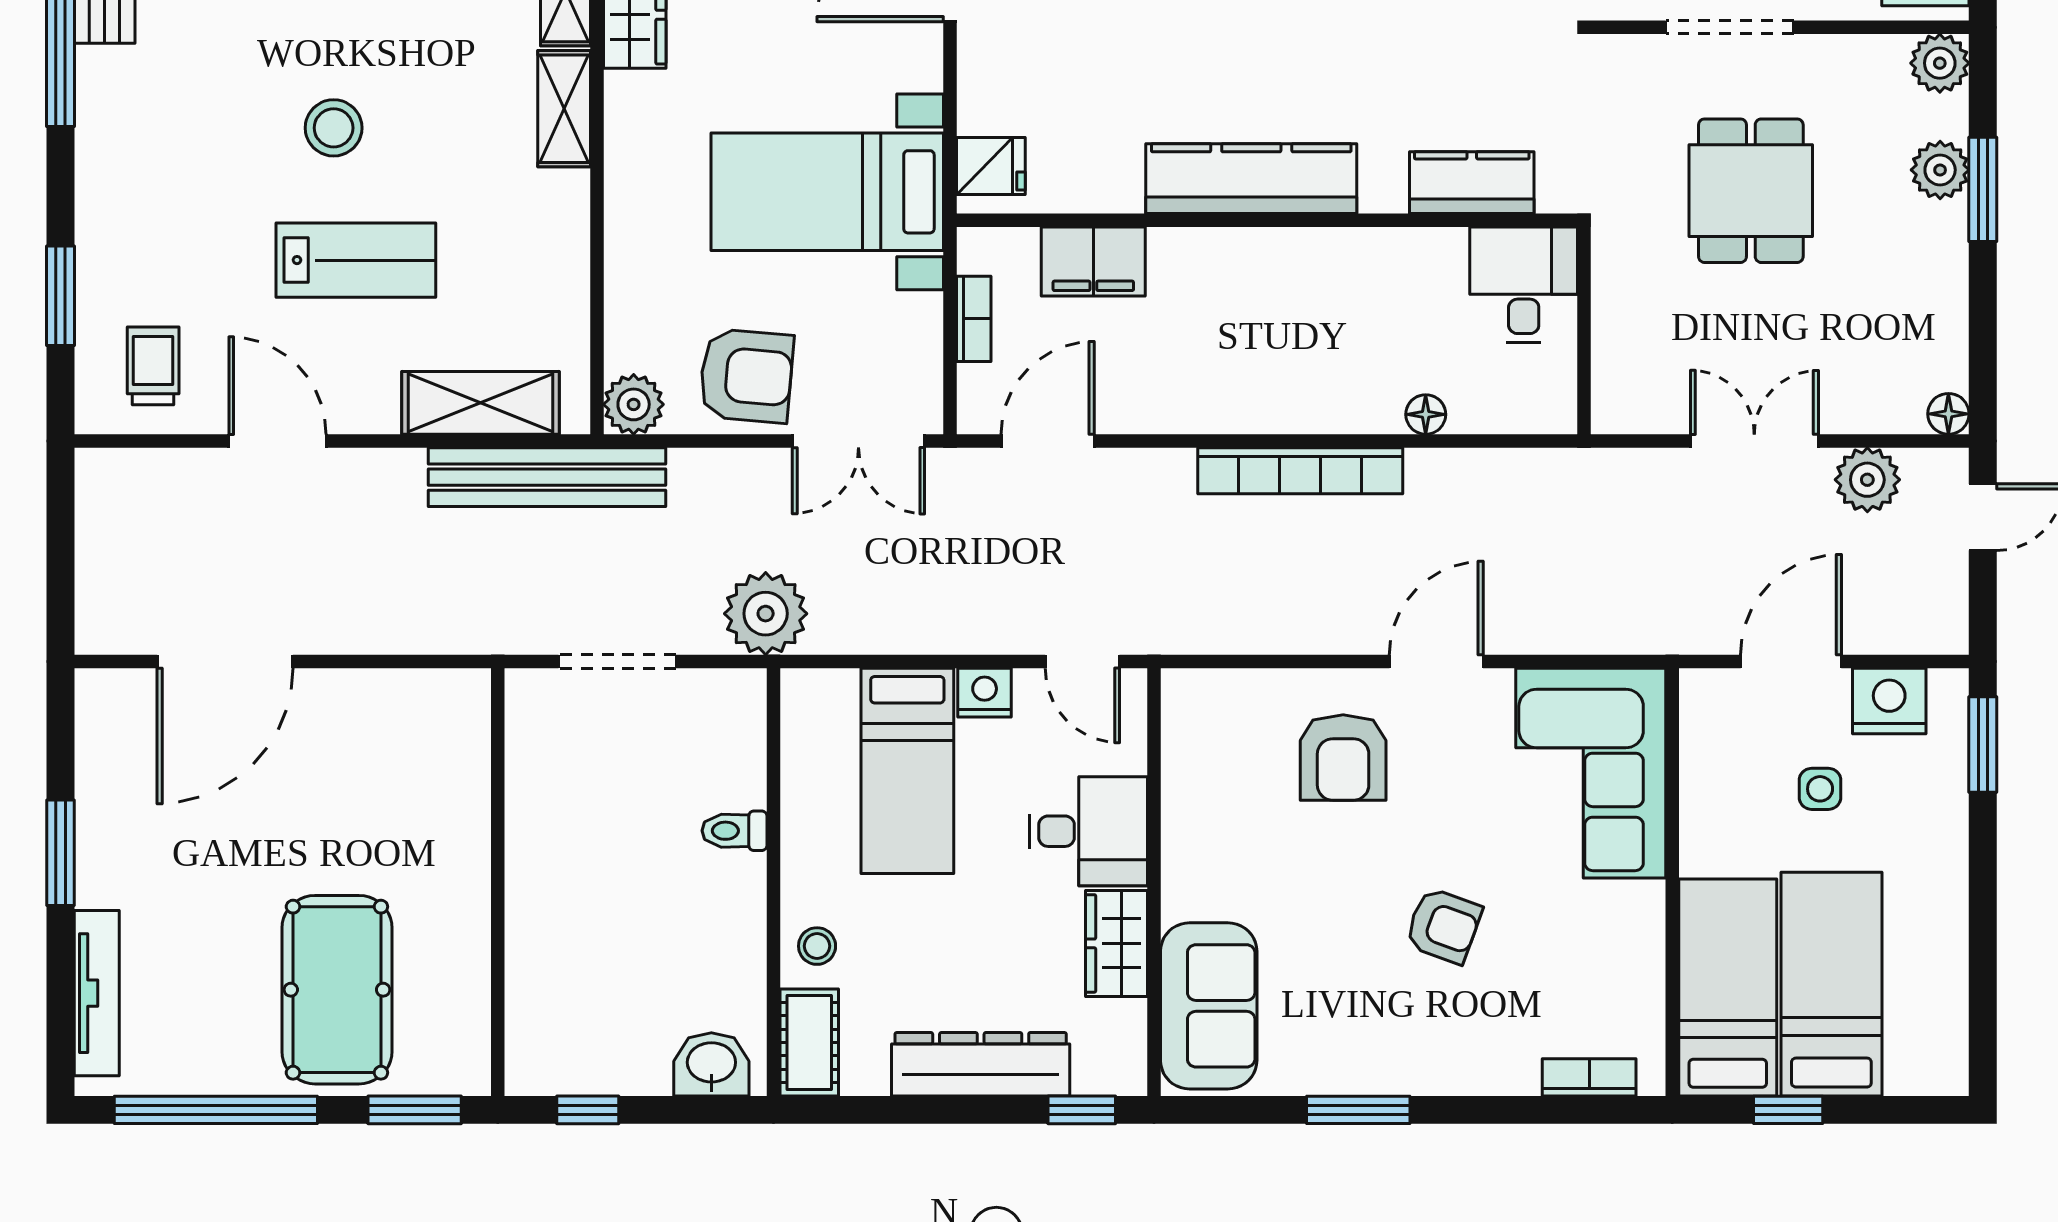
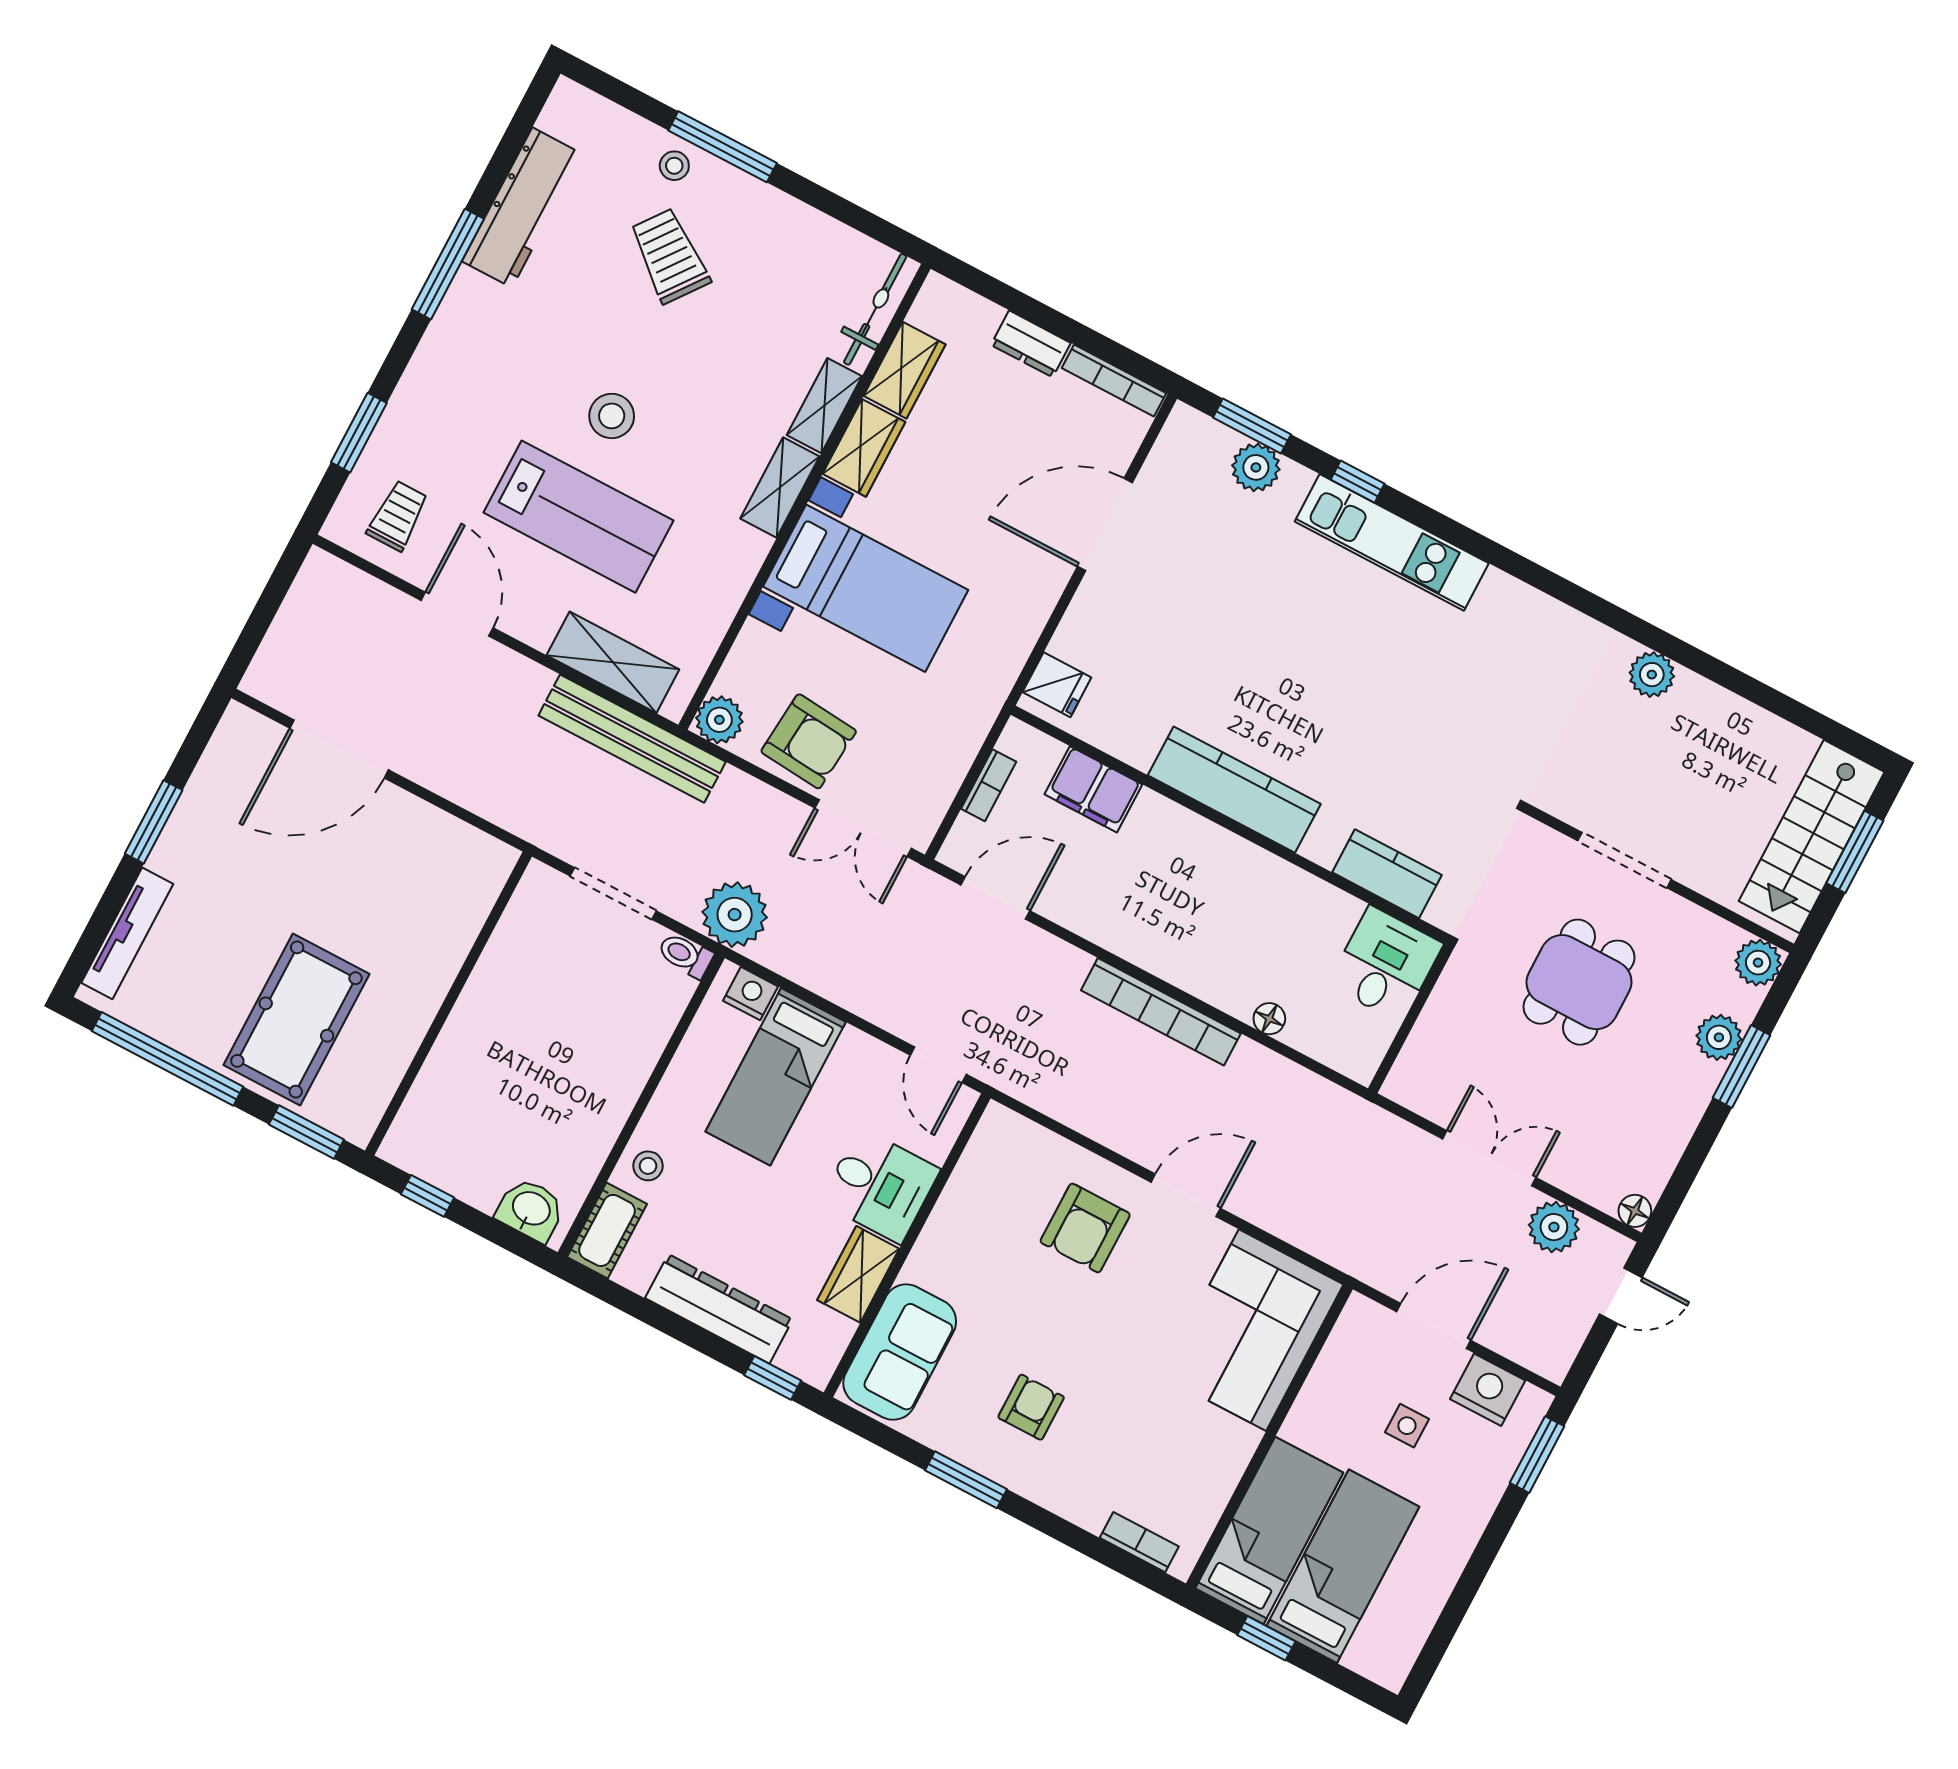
bed with nightstands: (827, 192) -> (866, 588), moved, turned 180
lab bench: (356, 260) -> (579, 517), width x1.36, depth x1.39
nightstand: (985, 693) -> (751, 994), moved
toilet: (734, 831) -> (685, 955), moved
armchair: (1443, 926) -> (1031, 1407), moved, turned -110

